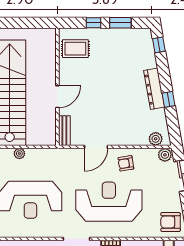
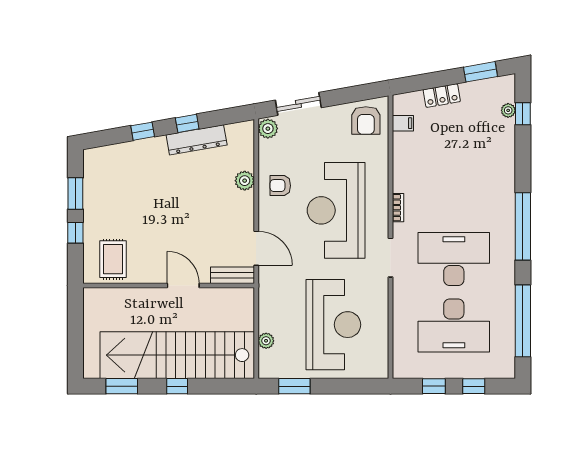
window: (159, 45) -> (143, 131), moved
dresser: (154, 89) -> (197, 140), moved
plant: (156, 139) -> (245, 181), moved
door: (96, 147) -> (256, 248), moved
armchair: (126, 163) -> (280, 186), turned 99

